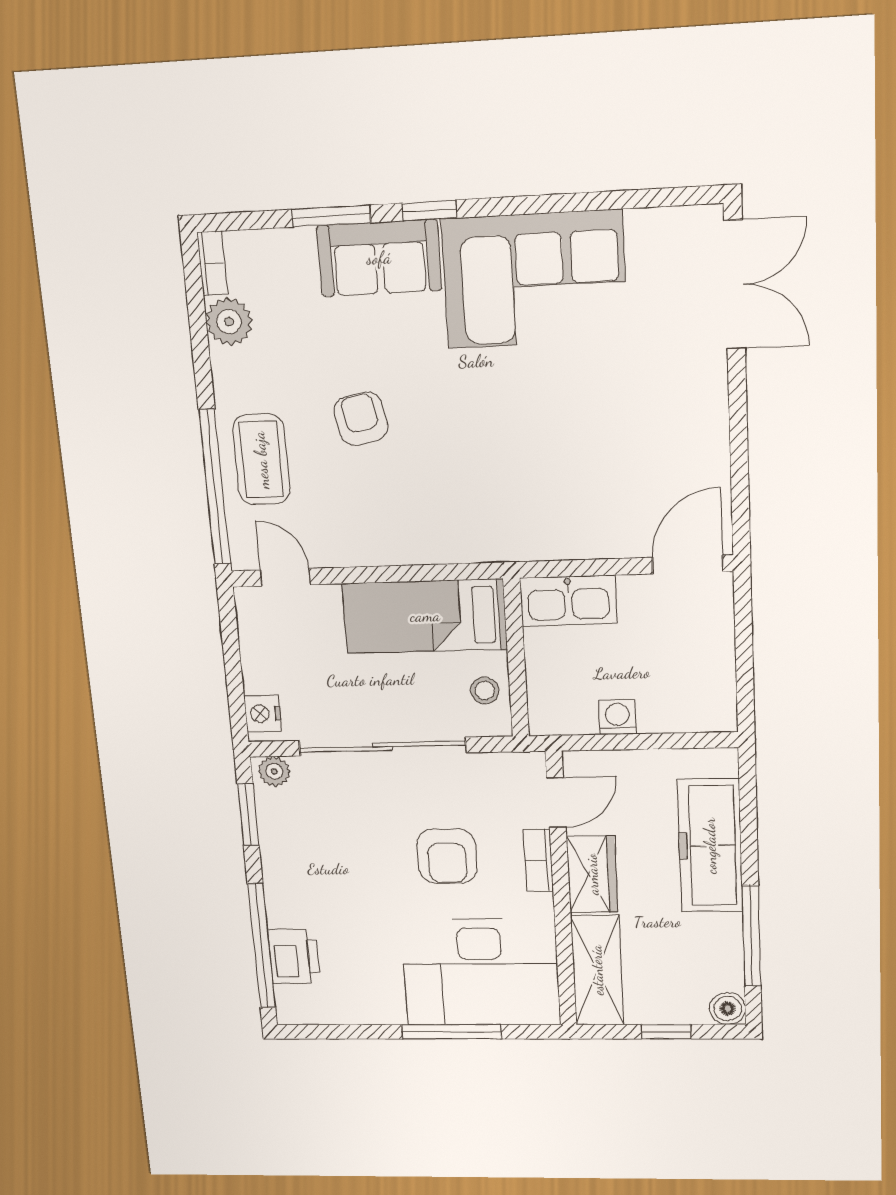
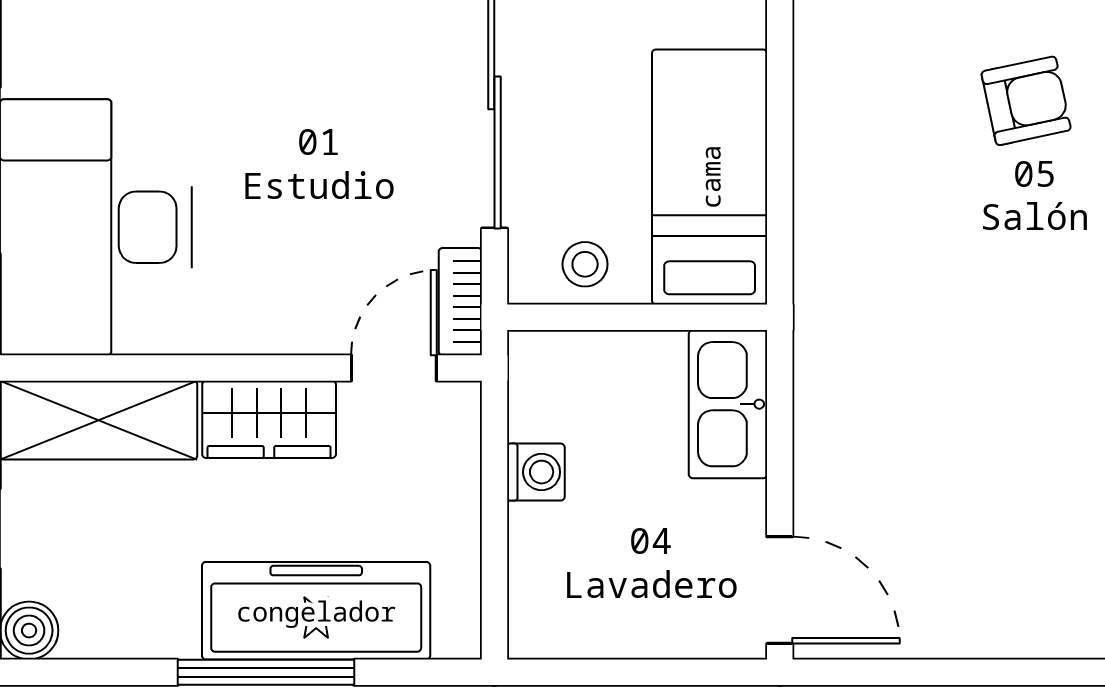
door: (556, 803) -> (394, 368), swing flipped
armchair: (447, 856) -> (304, 185), removed
bookcase: (538, 861) -> (460, 302), moved, turned -90
window: (752, 936) -> (266, 672), moved

